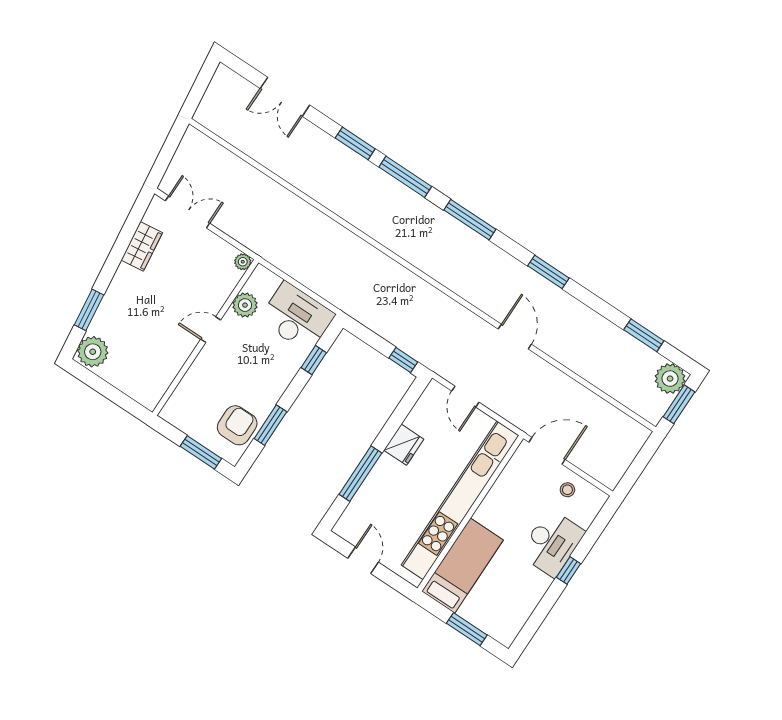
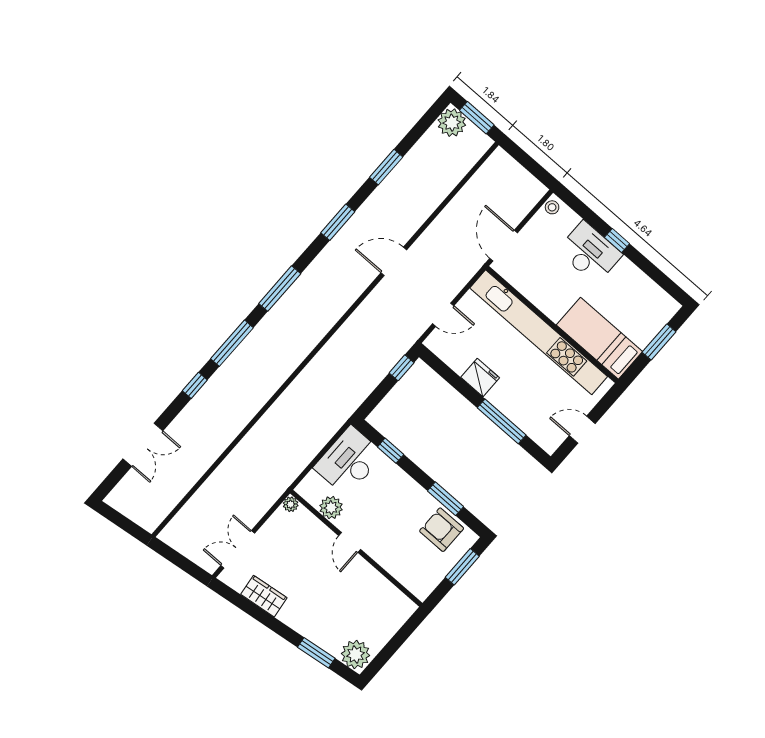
window: (355, 143) -> (195, 385), width x0.67
window: (644, 335) -> (386, 167), moved
stool: (567, 490) -> (552, 207), moved

